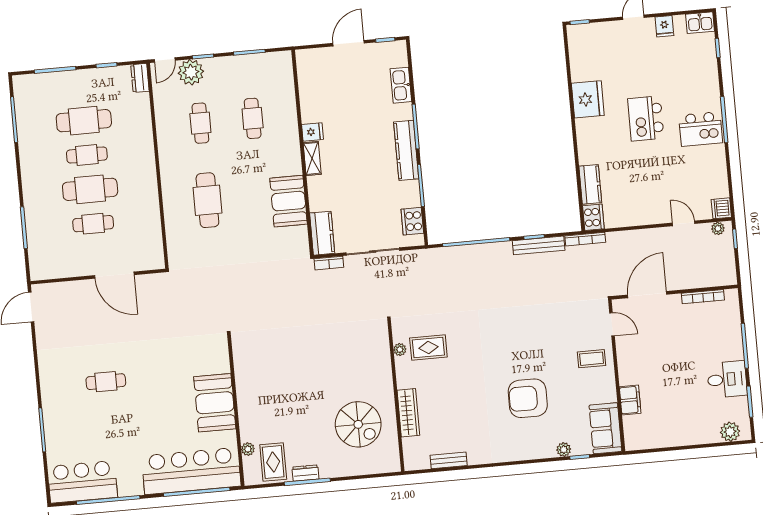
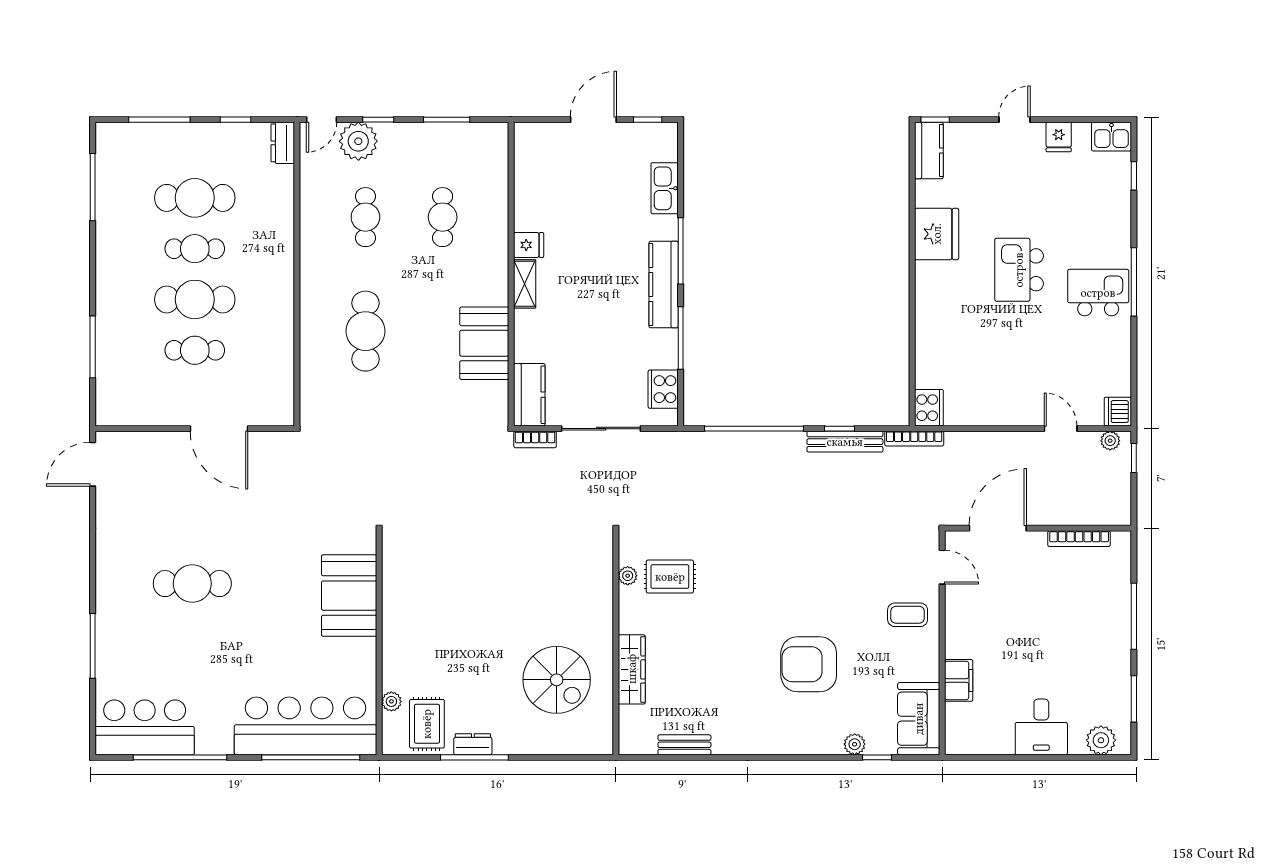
kitchen island: (701, 129) -> (1098, 293), turned 180
kitchen counter: (590, 184) -> (929, 150), moved
desk: (727, 379) -> (1041, 727), moved, turned 90
cafe table: (106, 382) -> (192, 584), width x1.37, depth x1.35
booth: (215, 403) -> (349, 596), moved

